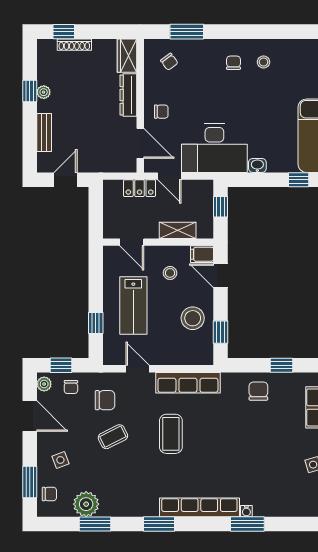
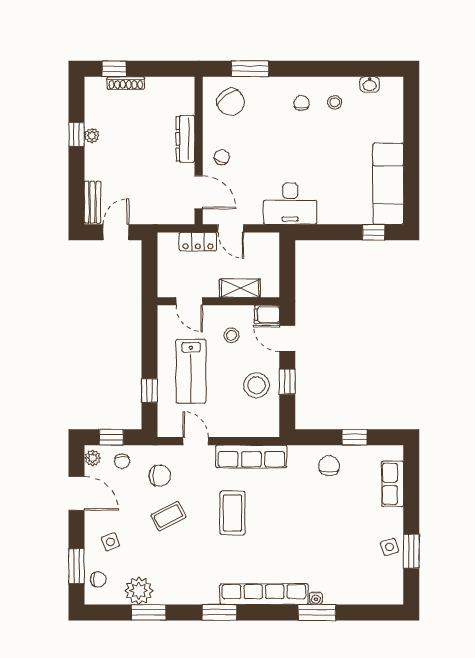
wardrobe: (127, 56) -> (184, 95), removed
chair: (169, 62) -> (231, 102), width x1.87, depth x1.87
chair: (161, 112) -> (222, 157), turned -67
bench: (44, 132) -> (92, 202), moved
desk: (214, 148) -> (290, 204), width x0.73, depth x0.77
washbasin: (257, 165) -> (370, 84), moved, turned 180
window: (221, 207) -> (287, 262), removed
window: (221, 332) -> (287, 382), moved

